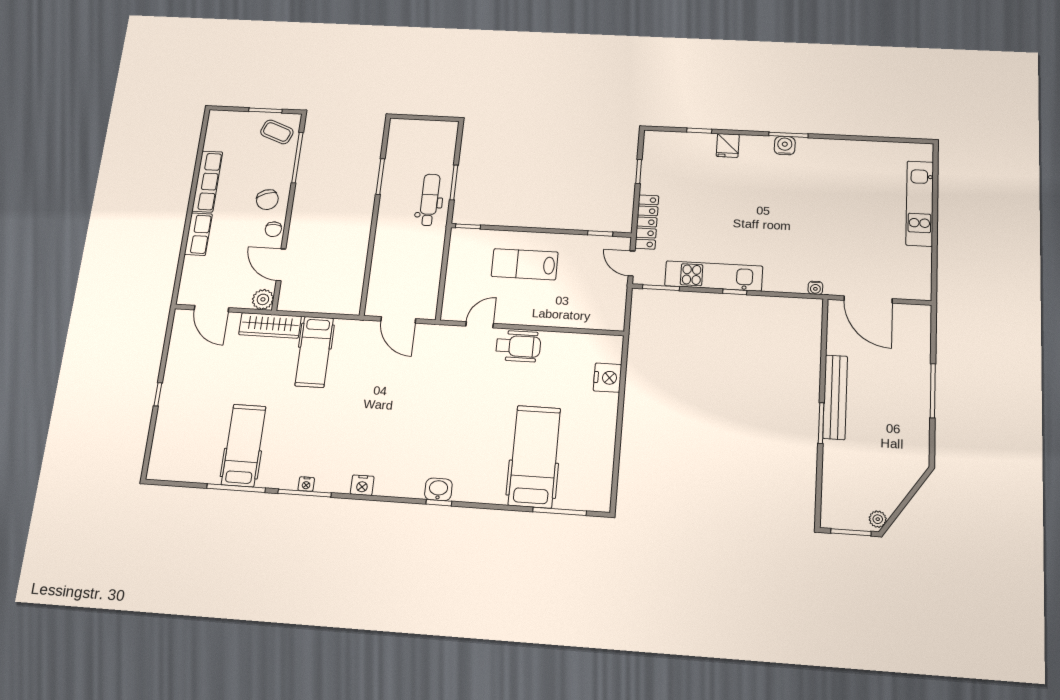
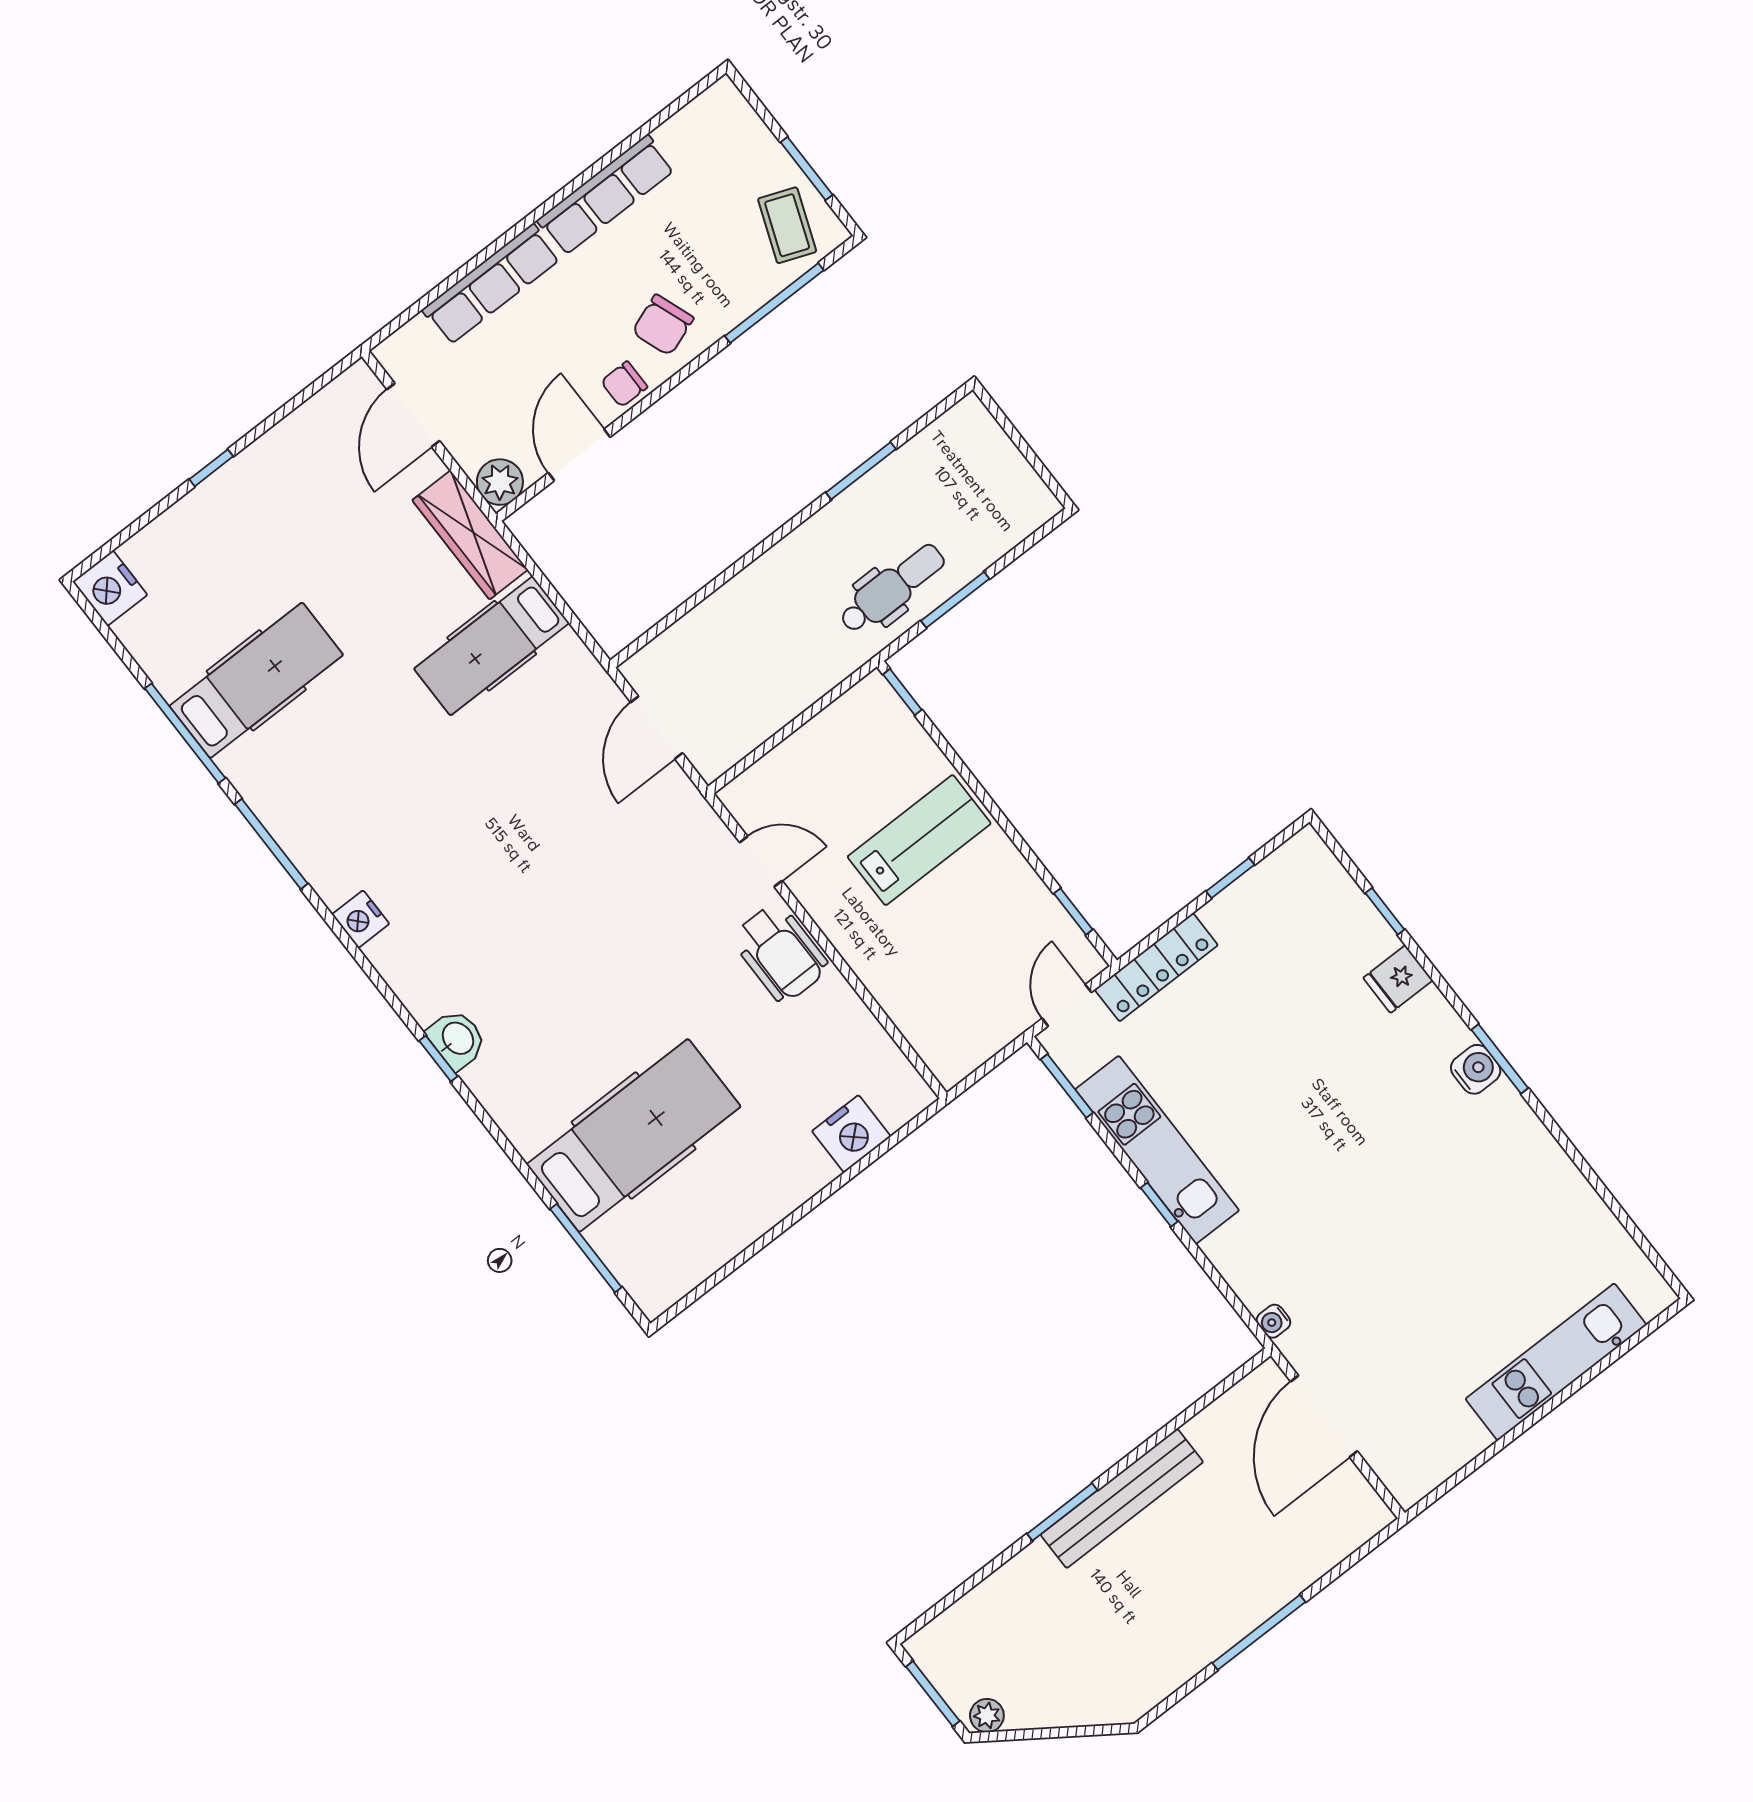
row of seats: (198, 234) -> (491, 284), width x1.48
lab bench: (525, 264) -> (919, 840), turned 90
nightstand: (306, 484) -> (110, 588), moved, width x1.89, depth x1.79

